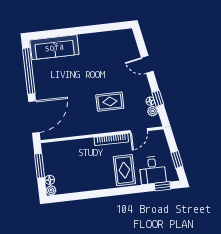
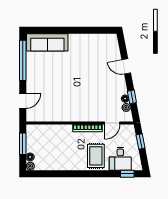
rug: (110, 102) -> (90, 95), removed
door: (34, 117) -> (23, 101), width x0.53
window: (177, 159) -> (140, 142), moved

